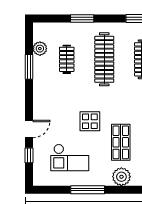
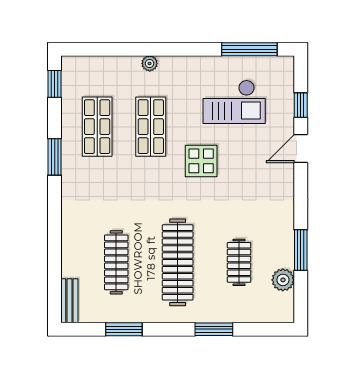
checkout: (70, 158) -> (234, 102), turned 180
plant: (121, 177) -> (150, 63), width x0.53, depth x0.53
window: (88, 190) -> (249, 49), moved

